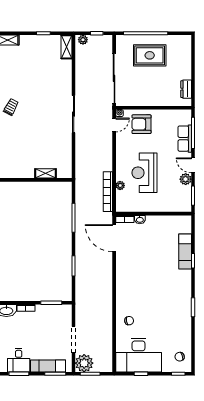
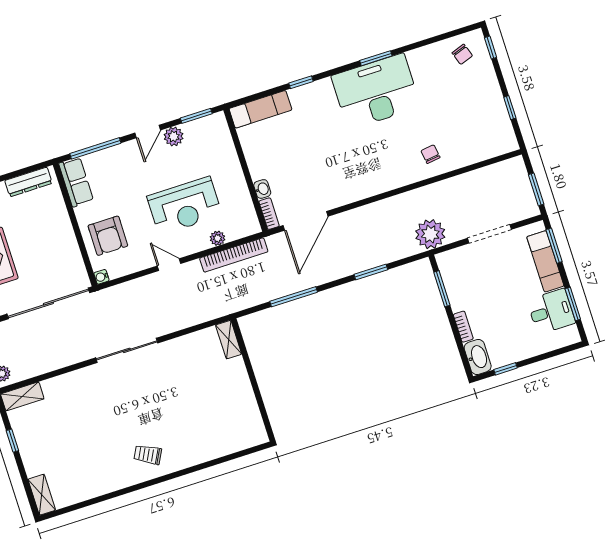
dresser: (186, 89) -> (28, 182), width x1.44
door: (114, 125) -> (169, 265), moved
row of seats: (185, 139) -> (76, 182), moved, turned -90
shelving: (45, 173) -> (229, 340), moved
exam couch: (185, 252) -> (260, 109), moved
desk: (139, 355) -> (376, 91), moved, turned -90
plant: (84, 363) -> (430, 234), moved

